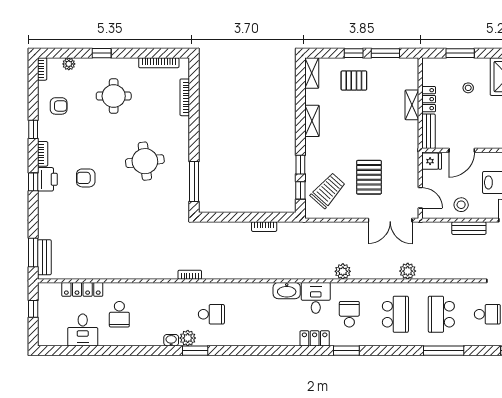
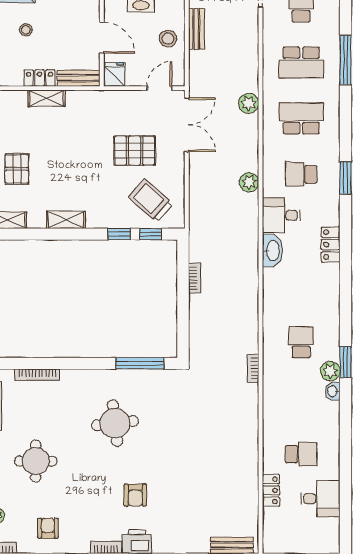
locker: (82, 289) -> (271, 490), width x0.66
locker: (315, 338) -> (331, 245), moved

